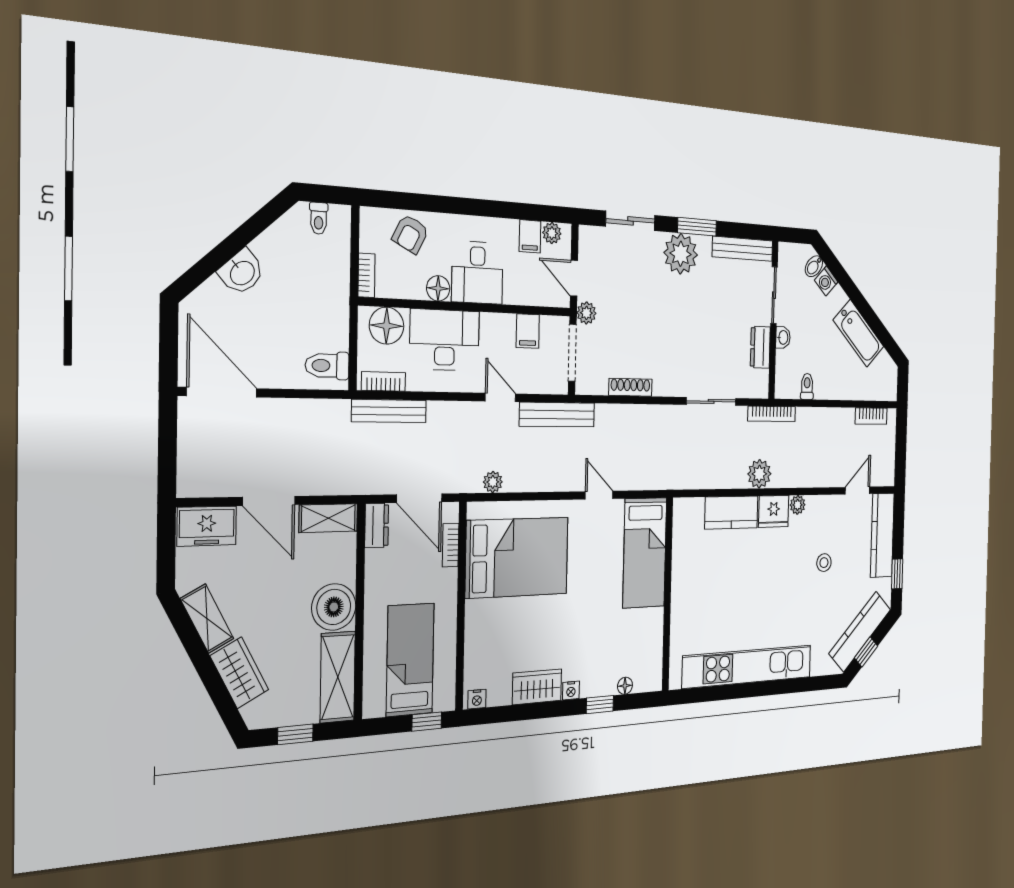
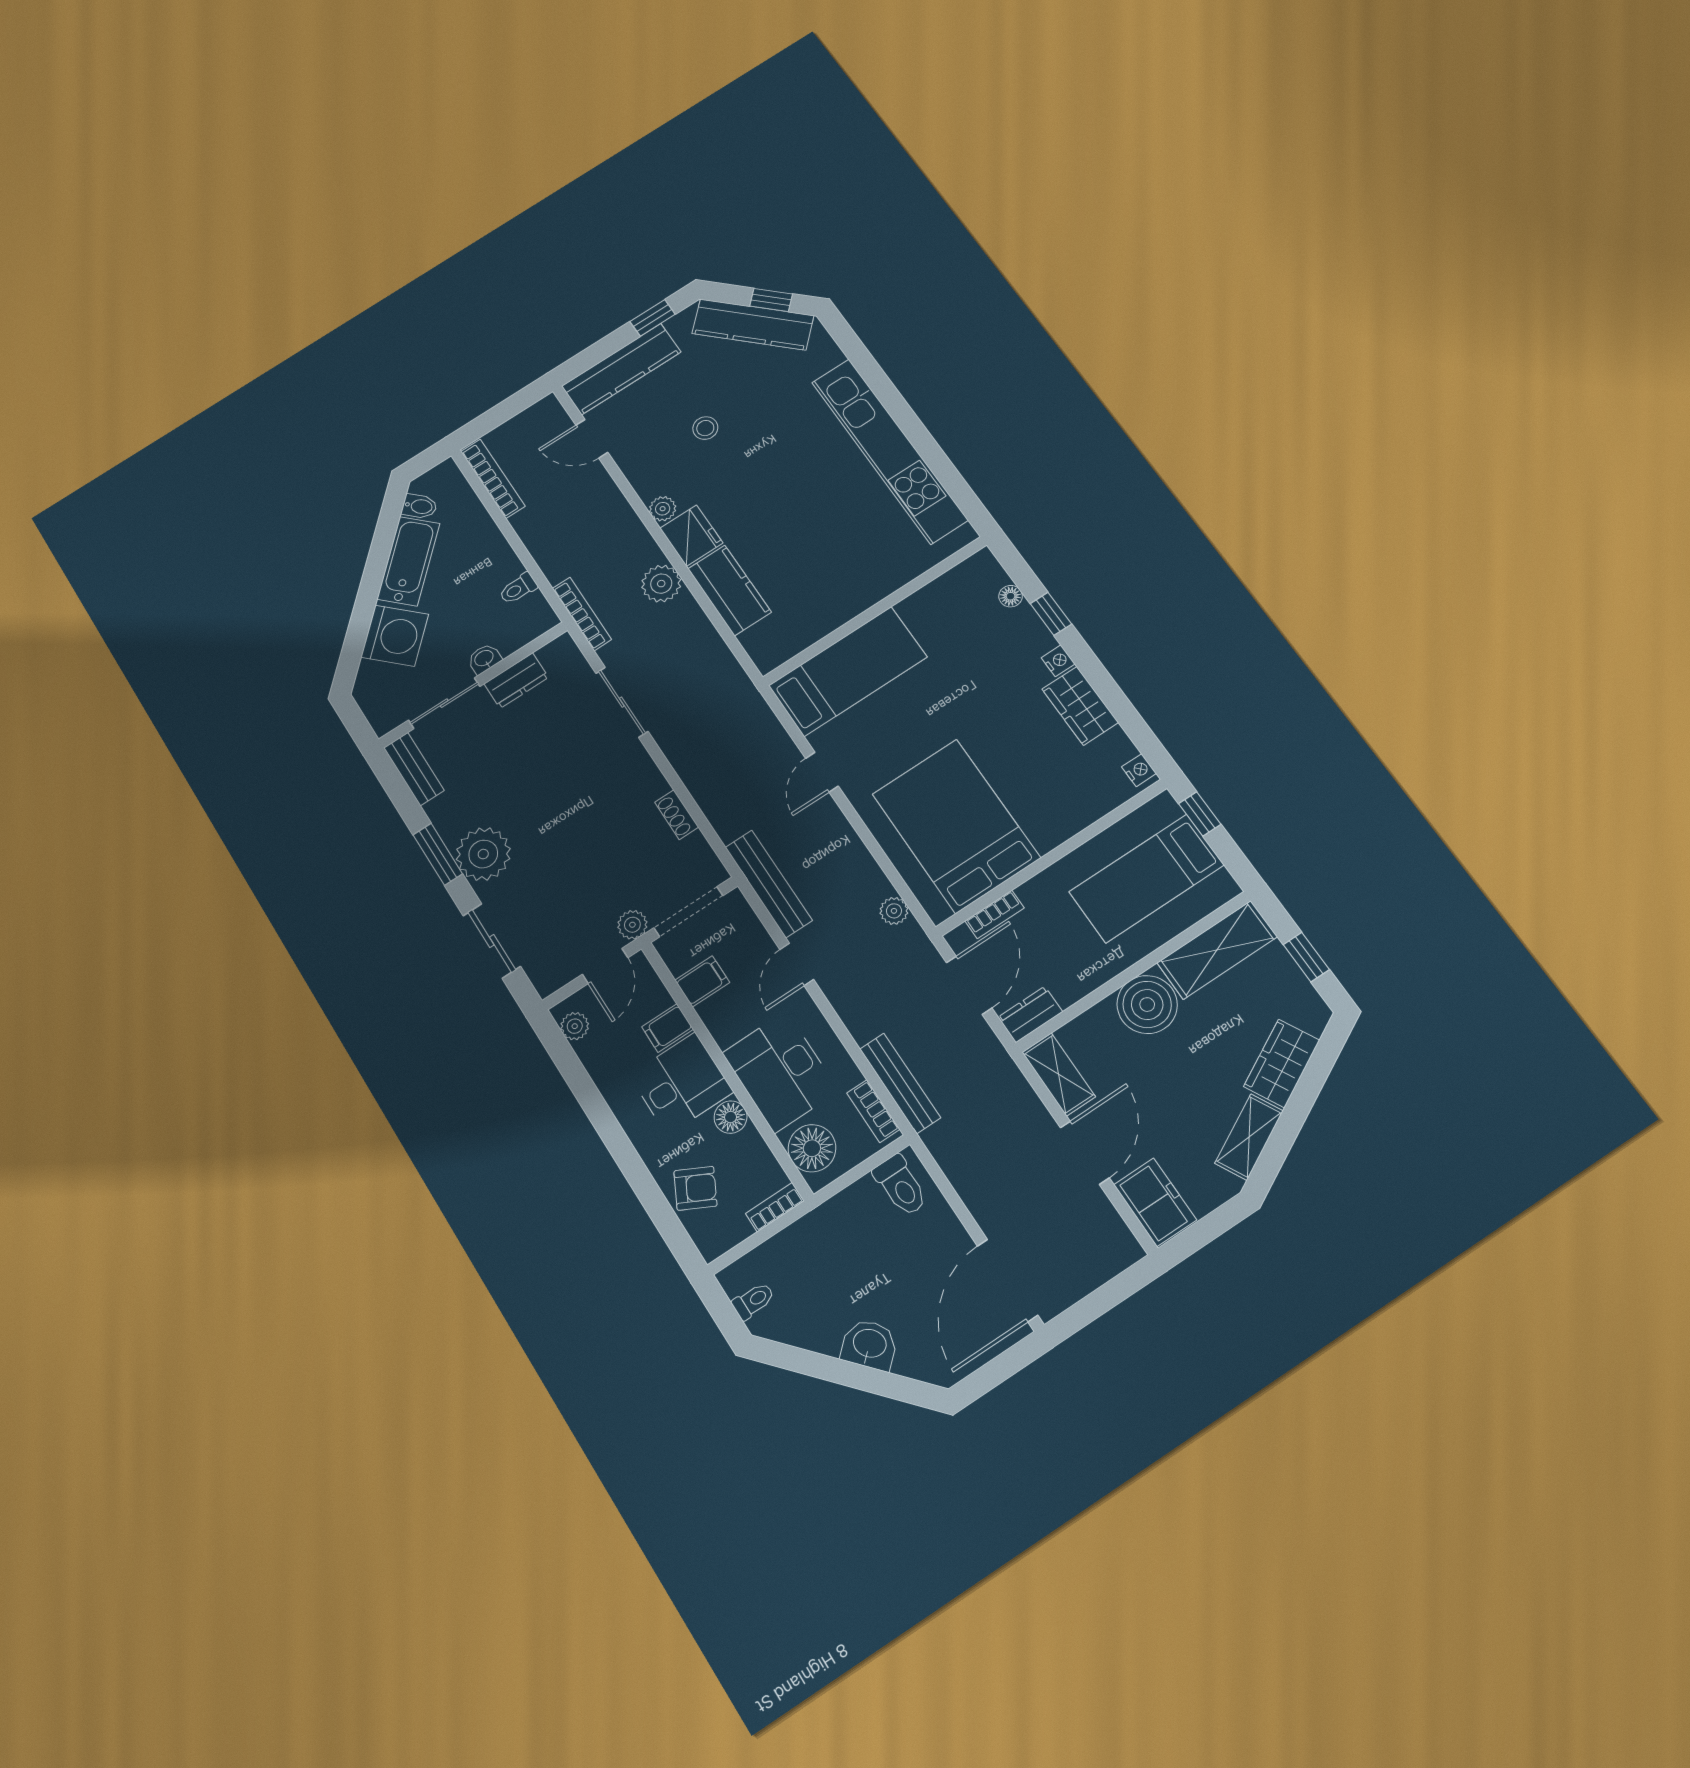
filing cabinet: (530, 236) -> (668, 1028), moved, turned 180
bench: (743, 249) -> (414, 769), width x0.73
bidet: (814, 266) -> (419, 506), moved
washing machine: (826, 281) -> (395, 636), width x1.89, depth x1.89
shoe rack: (630, 387) -> (677, 815), width x0.70
bookcase: (871, 416) -> (493, 479), width x1.56

